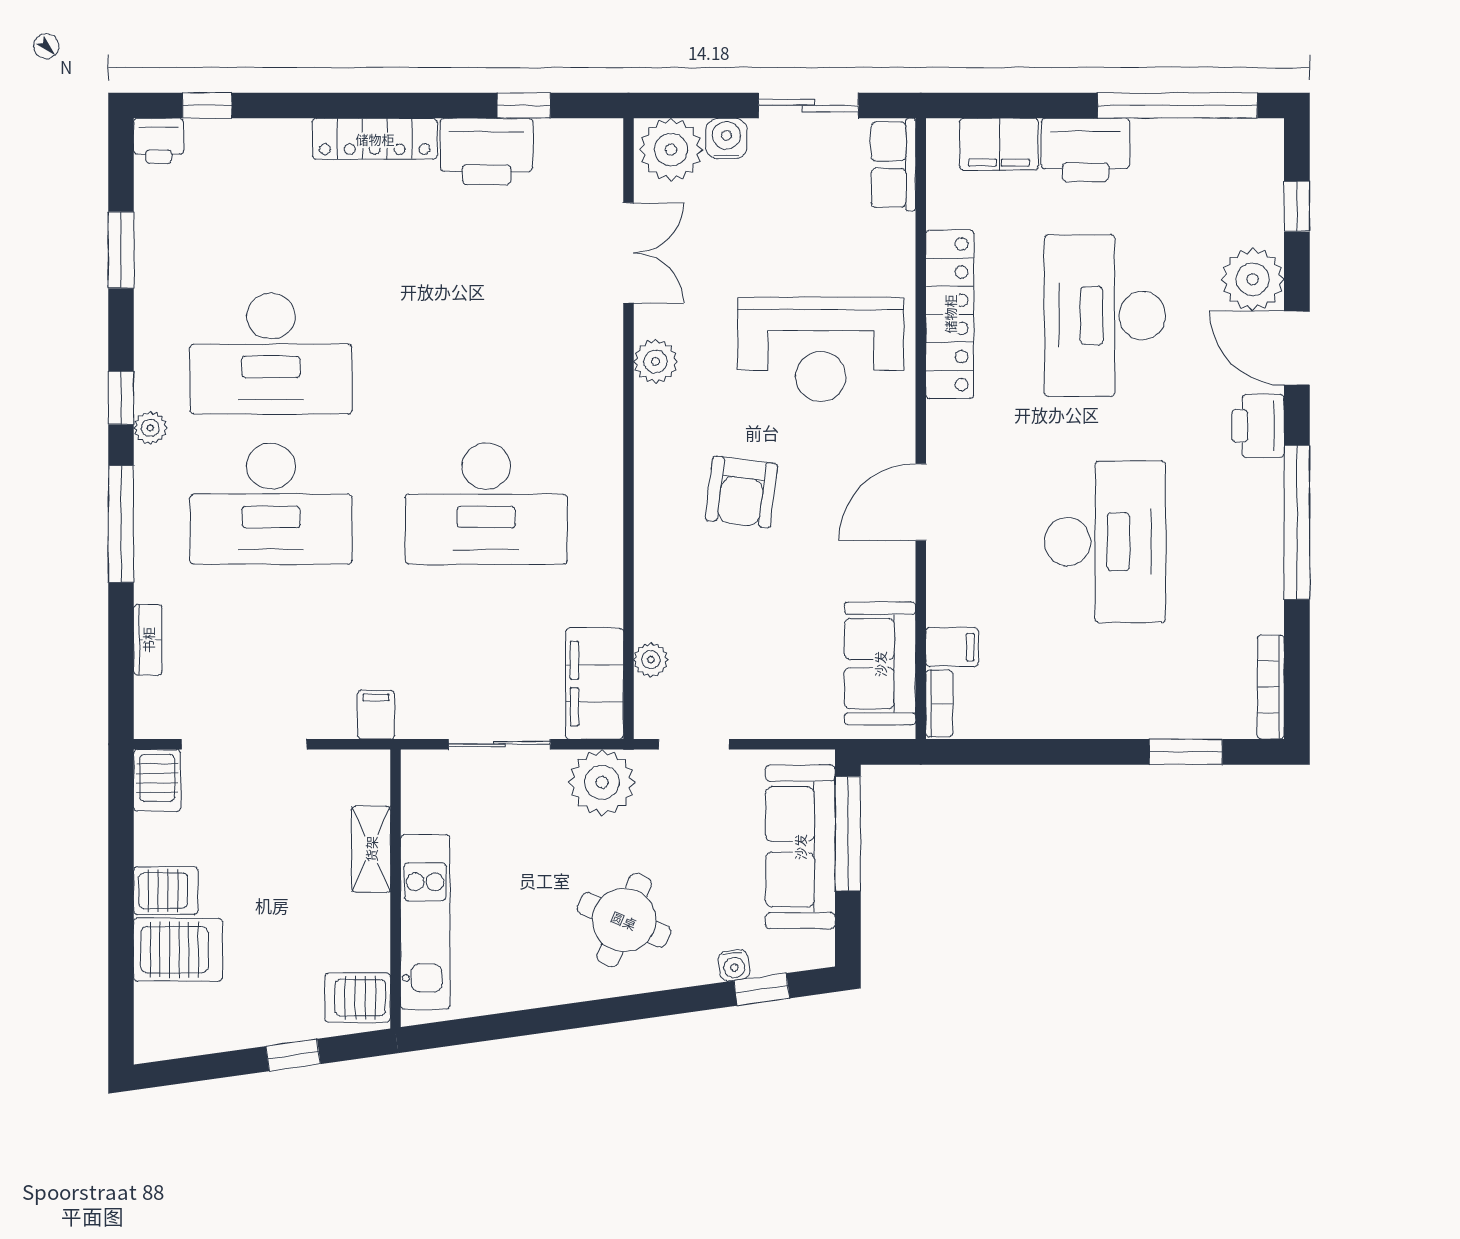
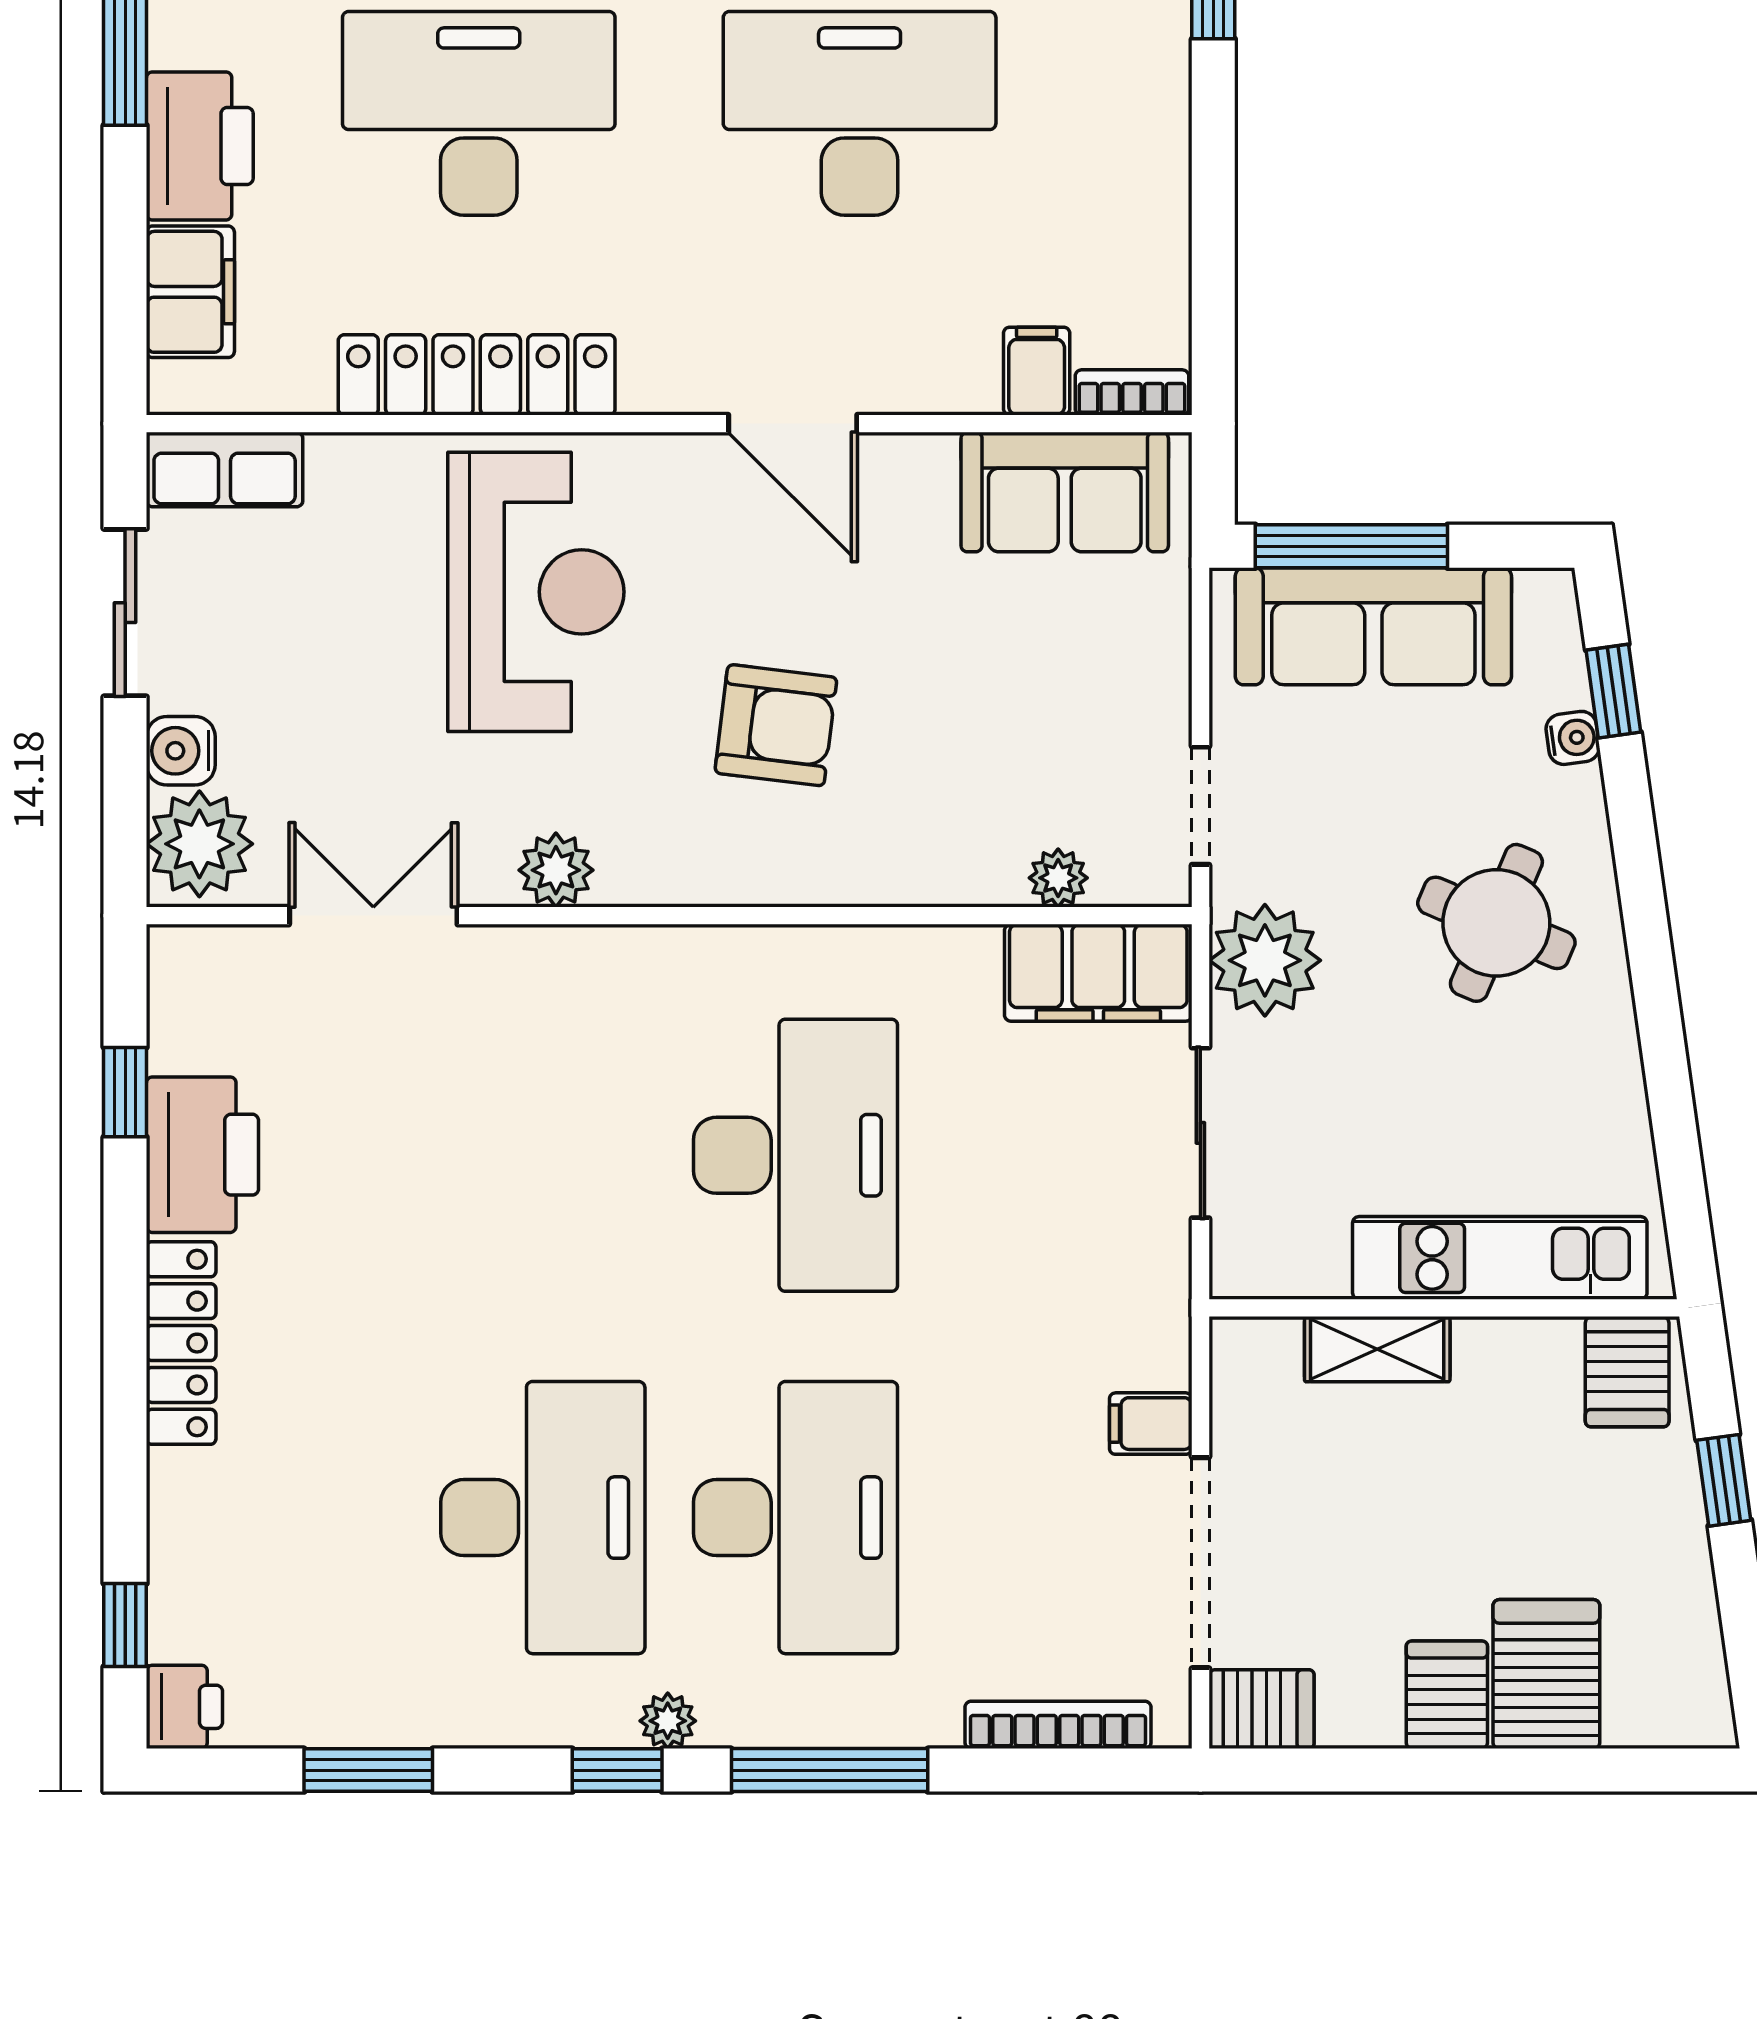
desk: (1105, 316) -> (479, 113), turned 180
bookcase: (148, 640) -> (1058, 1725), width x1.56
filing cabinet: (376, 715) -> (1151, 1424), moved

